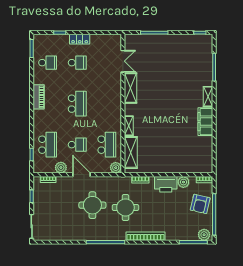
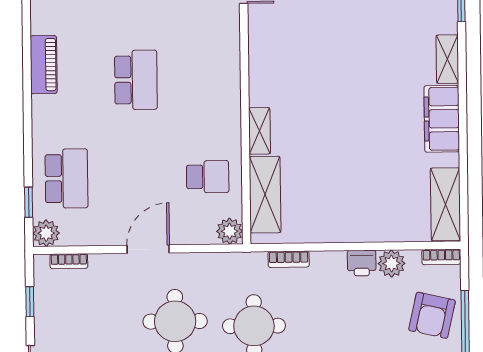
shelving: (130, 88) -> (445, 204), moved
school desk: (77, 145) -> (137, 178), removed
school desk: (107, 145) -> (208, 177), width x0.54
plant: (61, 168) -> (46, 233), moved
door: (81, 175) -> (148, 249), hinge flipped
printer: (166, 184) -> (362, 263), width x0.53, depth x0.68

